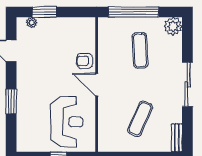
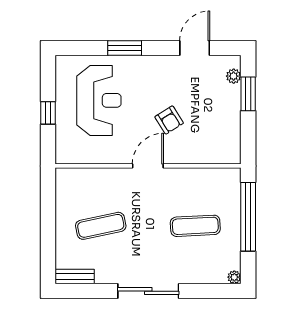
plant: (173, 26) -> (234, 277), width x0.53, depth x0.53
armchair: (85, 61) -> (169, 120), moved, turned 148
exercise mat: (140, 119) -> (101, 226), turned -36
reception desk: (67, 122) -> (99, 100), moved, turned -90

